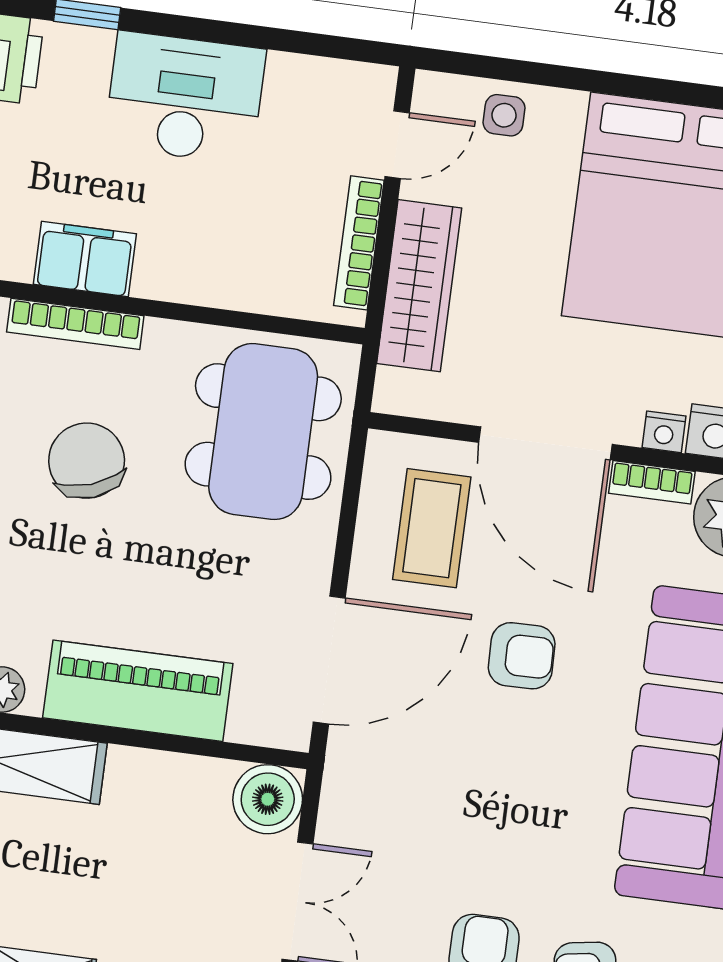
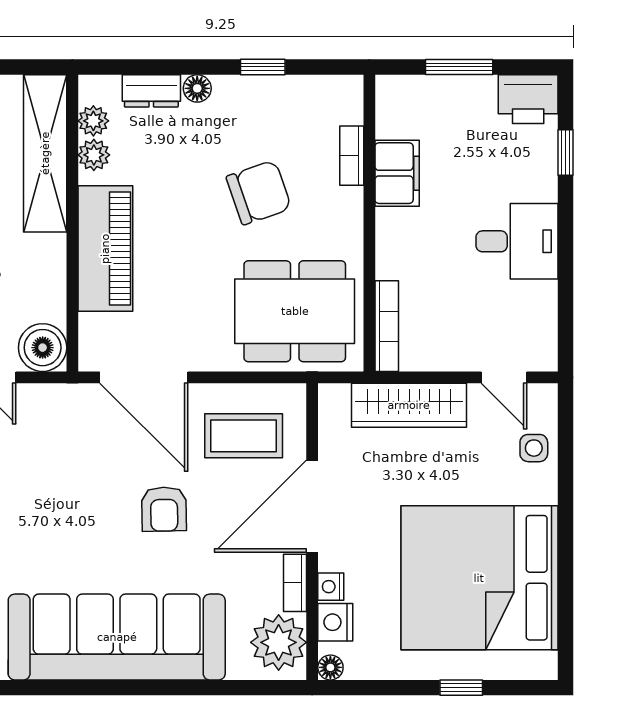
desk: (185, 98) -> (517, 241), width x0.73
bookcase: (359, 243) -> (387, 326), moved, turned 90
bookcase: (75, 324) -> (352, 156), width x0.64

